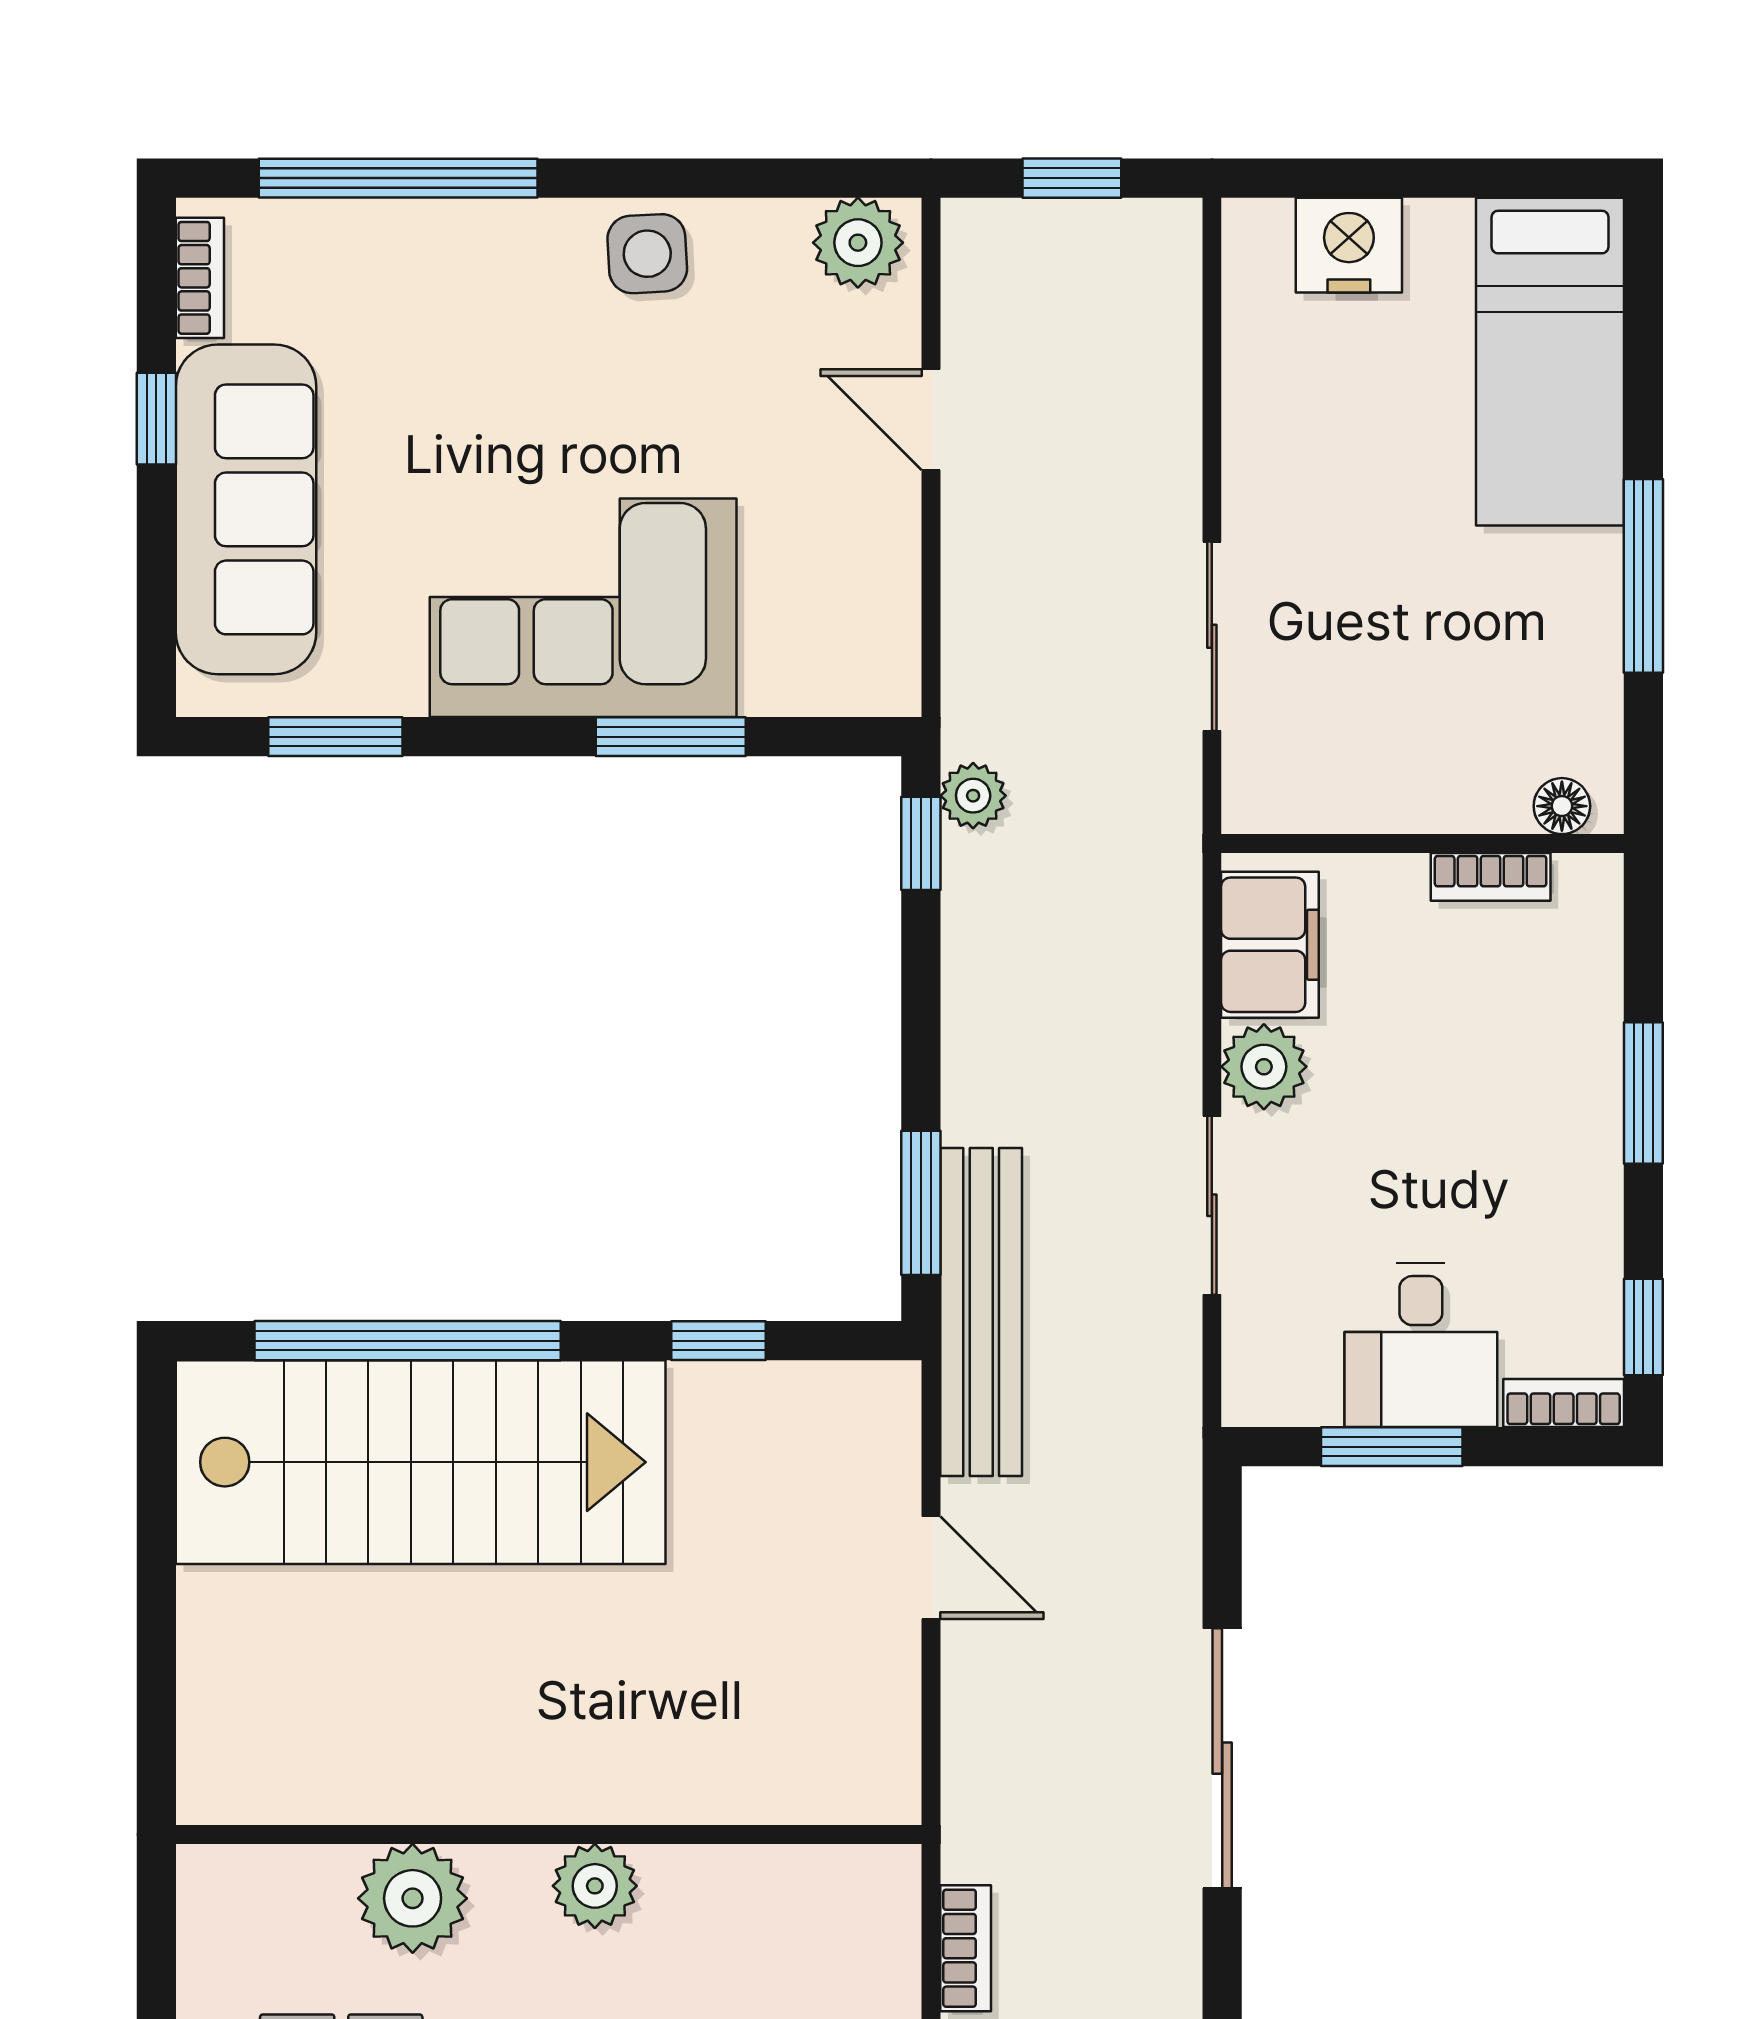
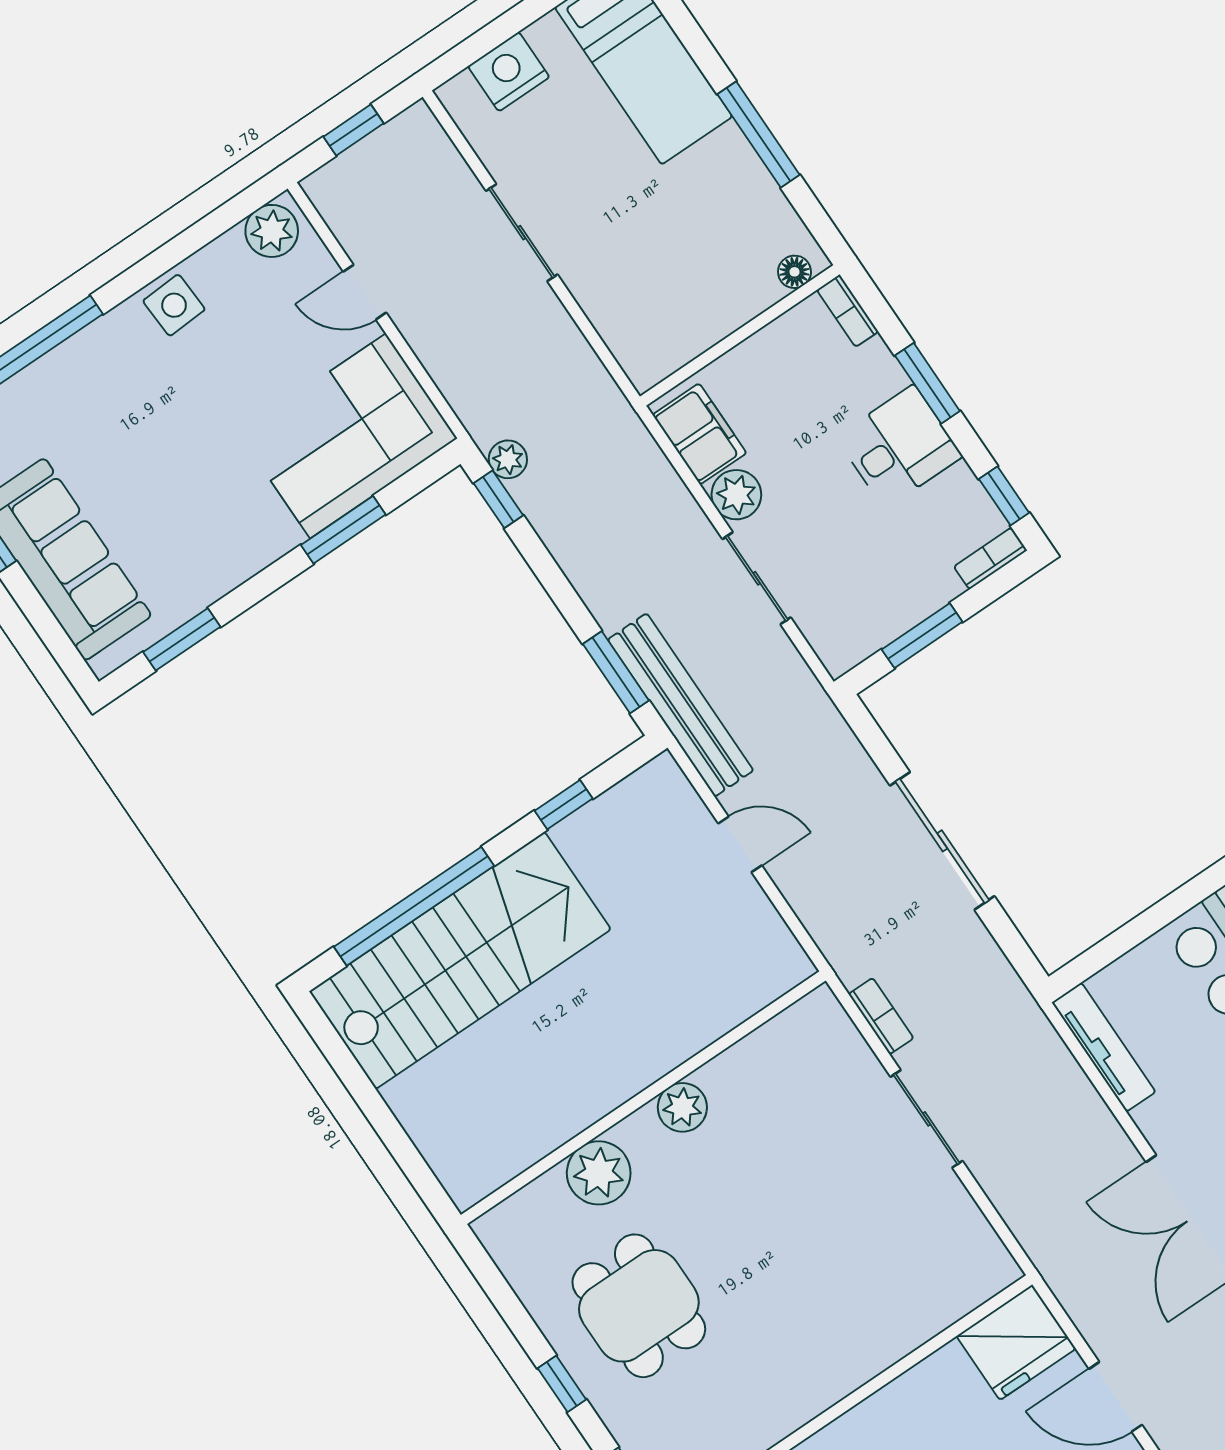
corner sofa: (583, 608) -> (348, 436), moved
sliding door: (1212, 636) -> (522, 233), moved
bookcase: (1491, 877) -> (848, 311), moved, turned 90
desk: (1421, 1345) -> (899, 447), moved, turned -90

